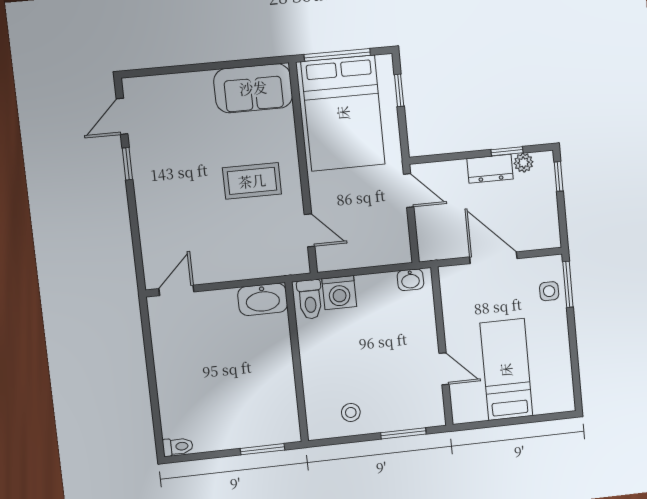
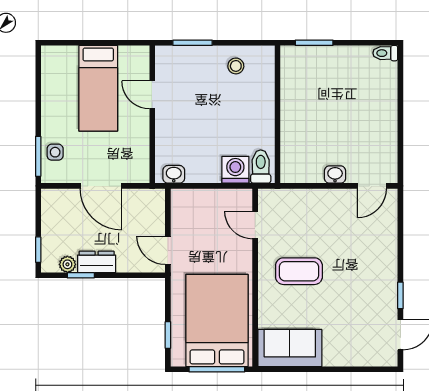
washbasin: (263, 299) -> (335, 175), moved, width x0.52, depth x0.69

